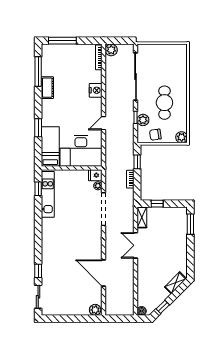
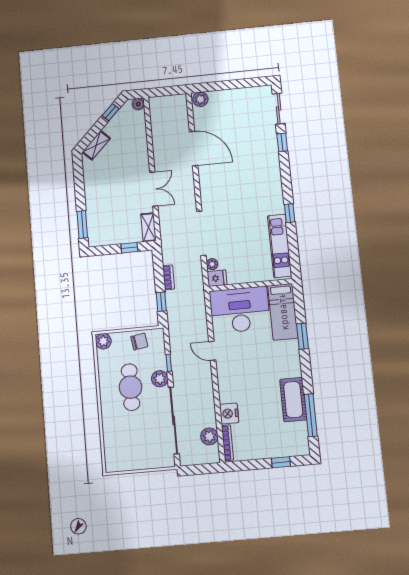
window: (62, 41) -> (281, 462), width x0.46
plant: (111, 50) -> (209, 436), moved
cot: (47, 88) -> (293, 400), width x1.37, depth x1.34
nightstand: (96, 90) -> (229, 413), moved
plant: (143, 120) -> (160, 379), moved
door: (104, 123) -> (212, 351), swing flipped
window: (38, 189) -> (290, 213), moved

